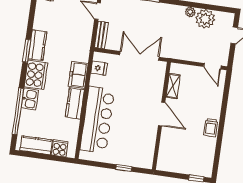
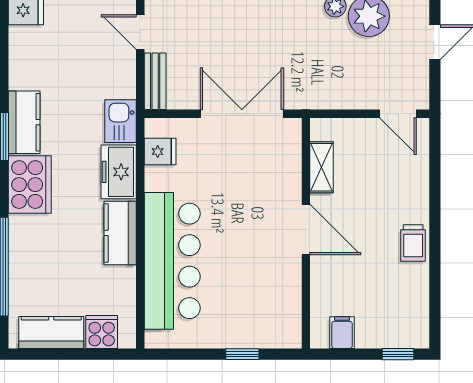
kitchen sink: (30, 99) -> (120, 121), moved, turned 180
filing cabinet: (172, 165) -> (342, 333), added

